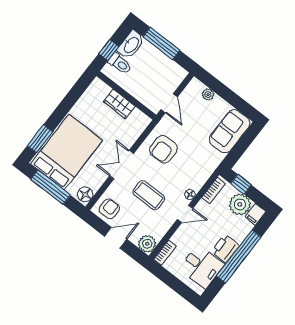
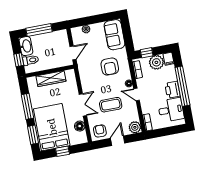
door: (169, 103) -> (73, 53), hinge flipped
wardrobe: (119, 104) -> (51, 79), width x1.50
window: (66, 105) -> (28, 106), added
armchair: (163, 149) -> (110, 67), moved
double door: (122, 165) -> (83, 105), swing flipped
window: (51, 187) -> (62, 151), width x0.46
floor lamp: (85, 194) -> (80, 126), moved
door: (185, 214) -> (137, 94), swing flipped

